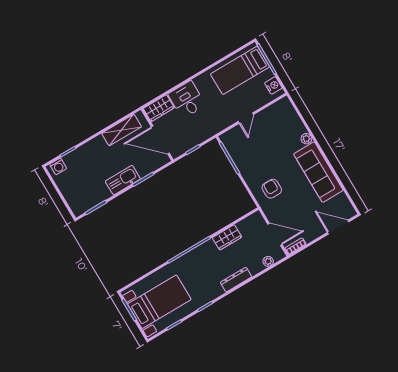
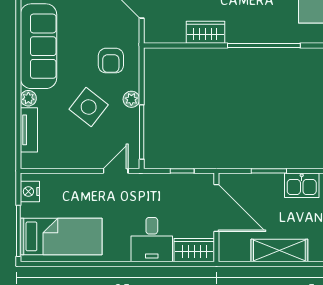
door: (246, 118) -> (116, 171), moved
tv unit: (295, 121) -> (29, 130), added
shelving: (122, 130) -> (279, 250), moved
side table: (269, 154) -> (89, 107), added
plant: (247, 173) -> (131, 99), added
kitchen sink: (123, 180) -> (302, 185), width x0.73

